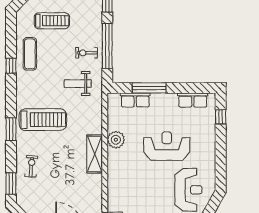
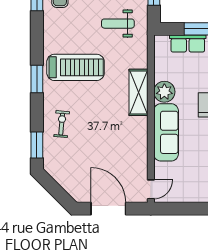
shelving: (95, 154) -> (138, 92), moved
sofa: (117, 173) -> (166, 132), added

